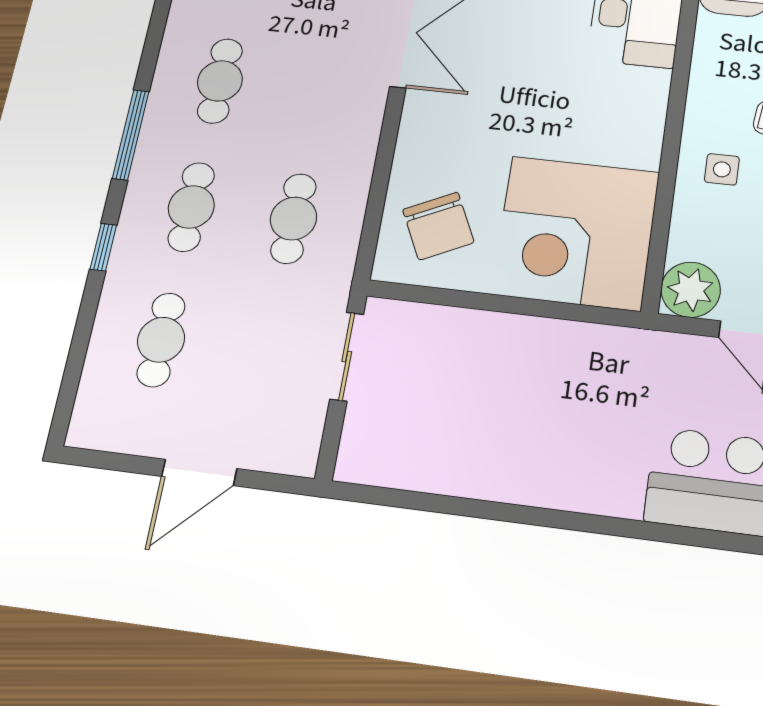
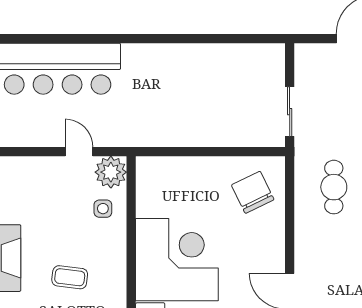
side table: (722, 169) -> (103, 209), moved
corner desk: (576, 233) -> (177, 260), moved

